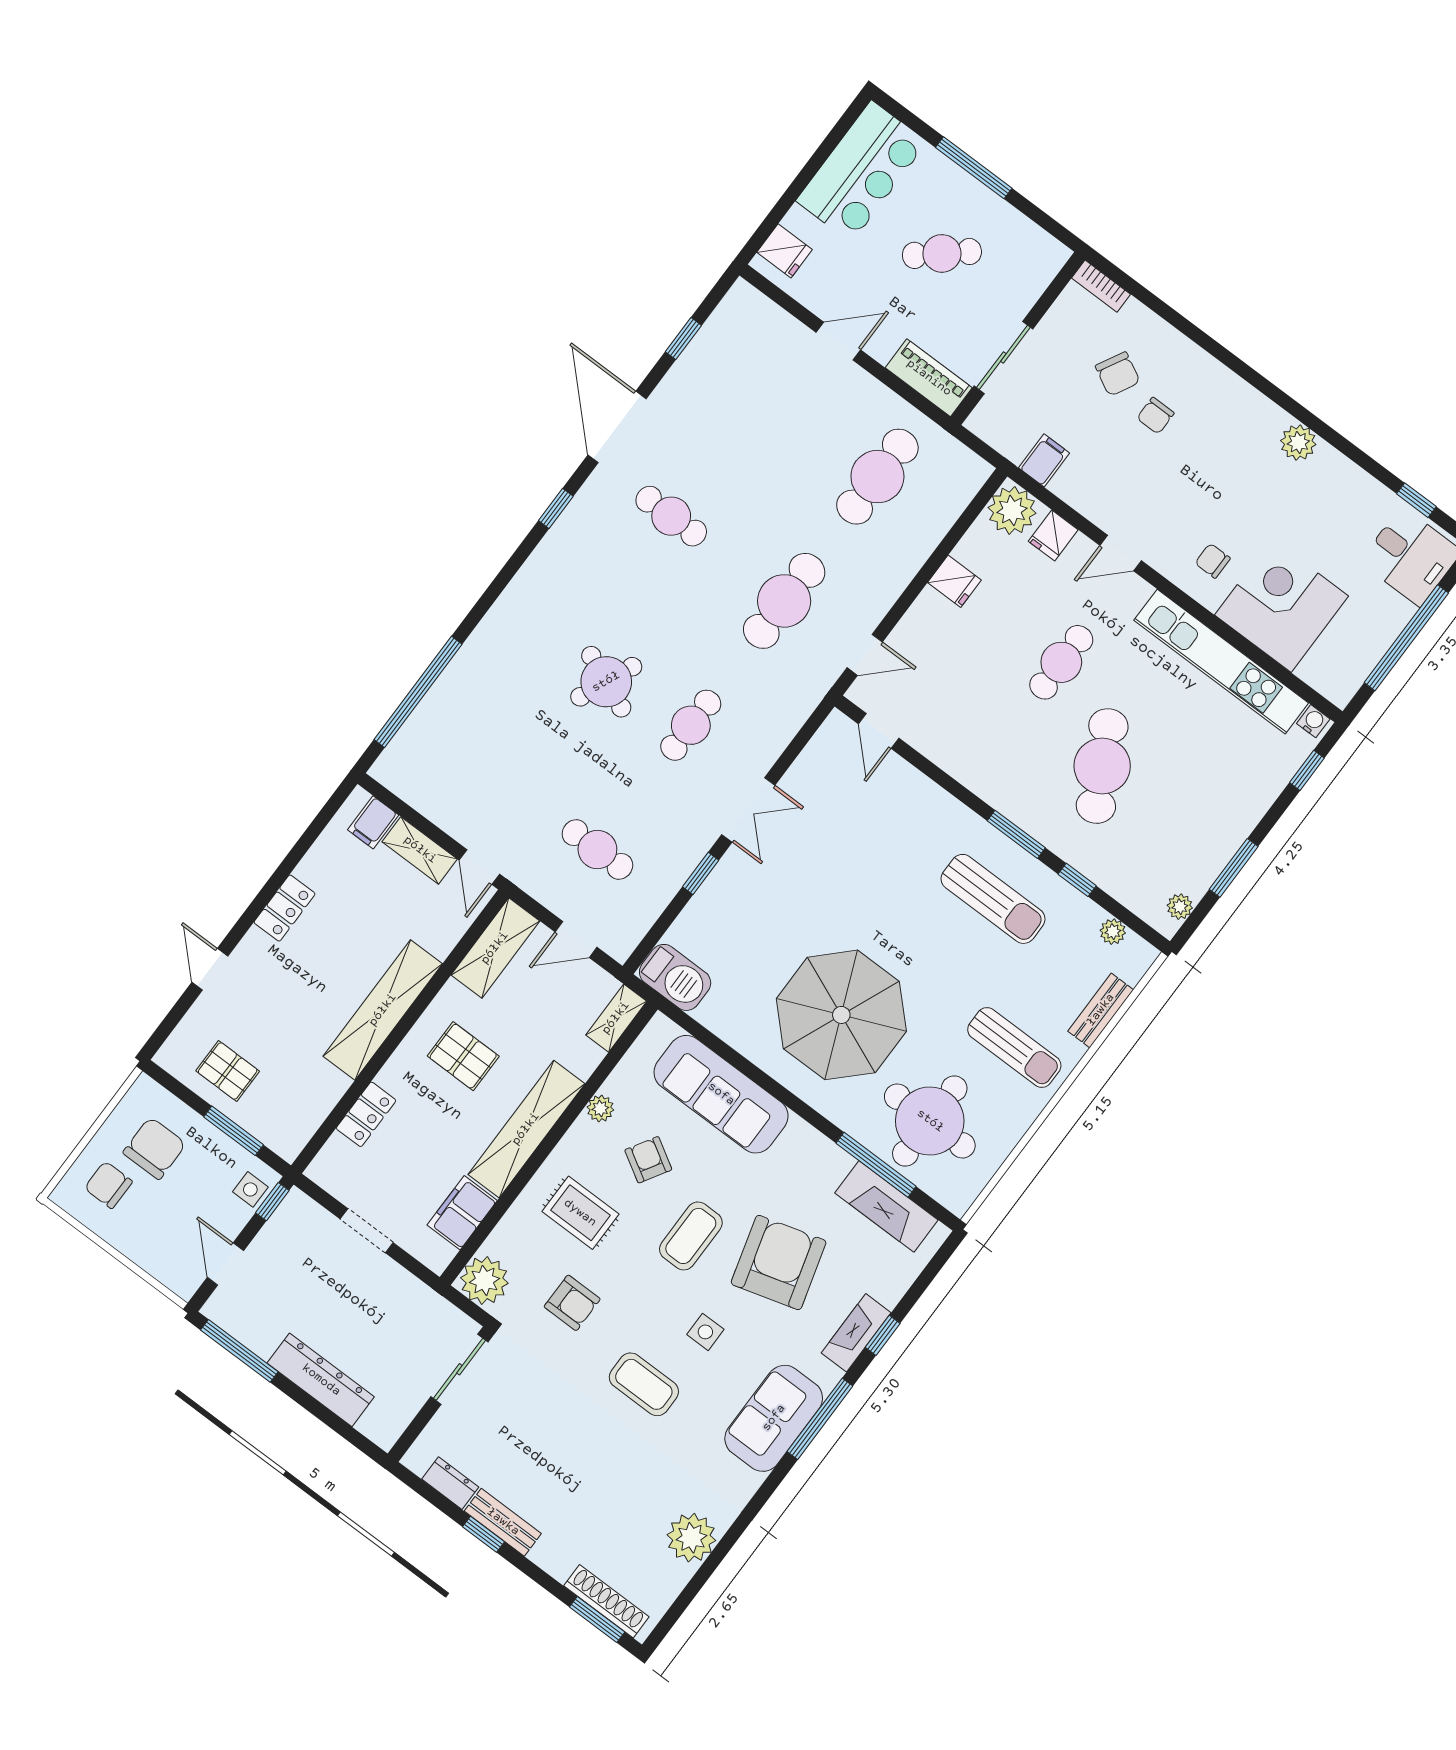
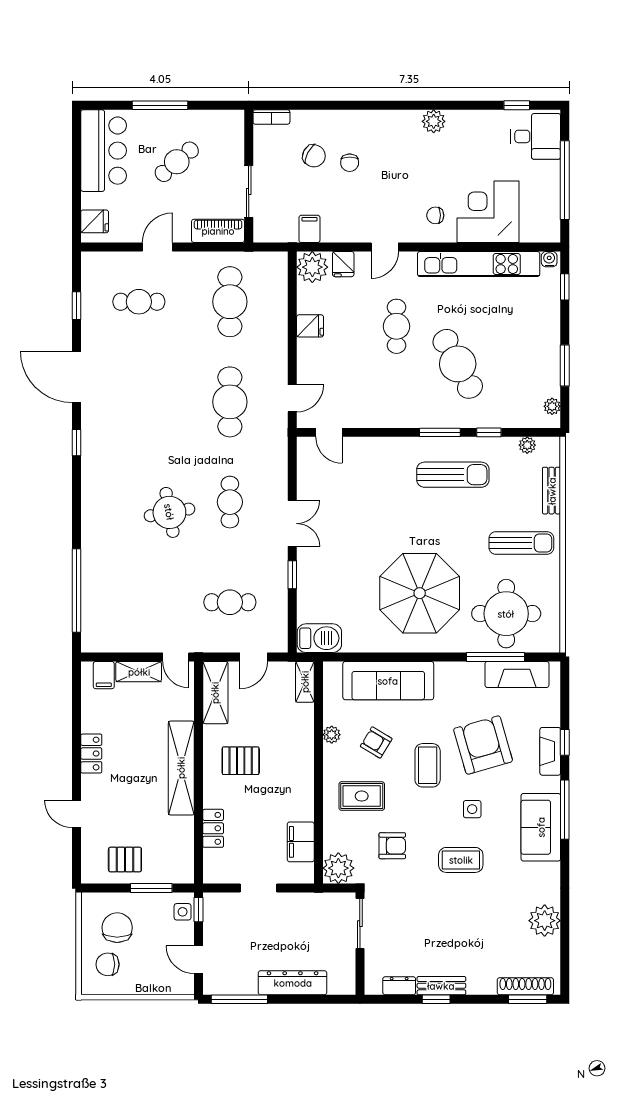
cafe table: (671, 516) -> (139, 302), moved
round table: (606, 682) -> (169, 512), turned -33
shelving: (526, 1129) -> (302, 774), removed

